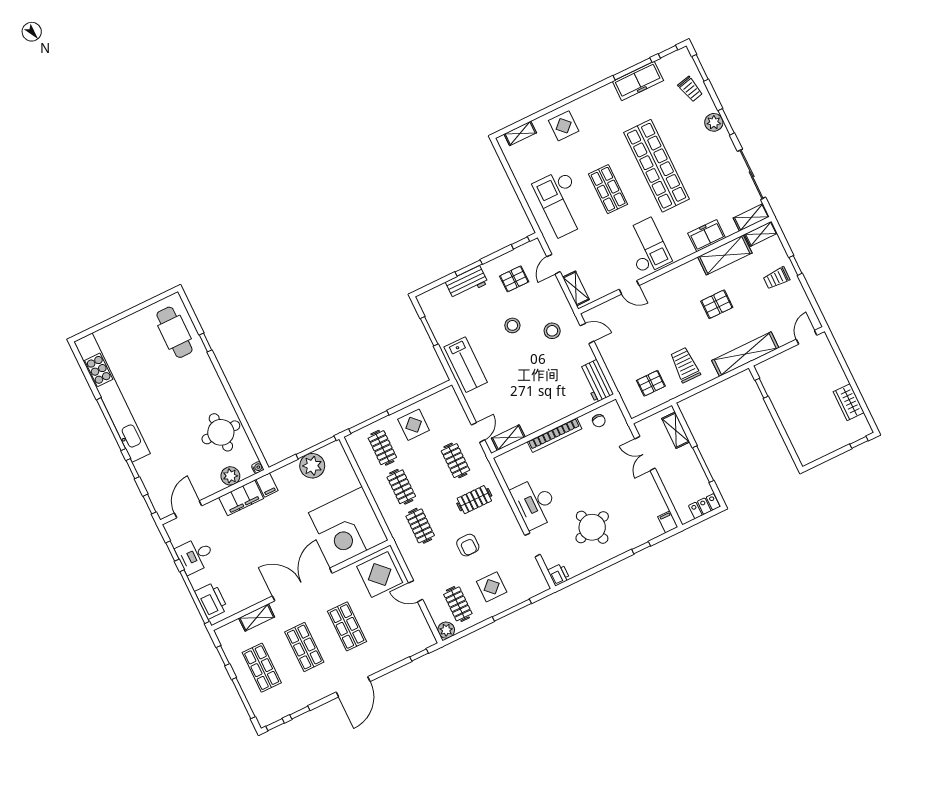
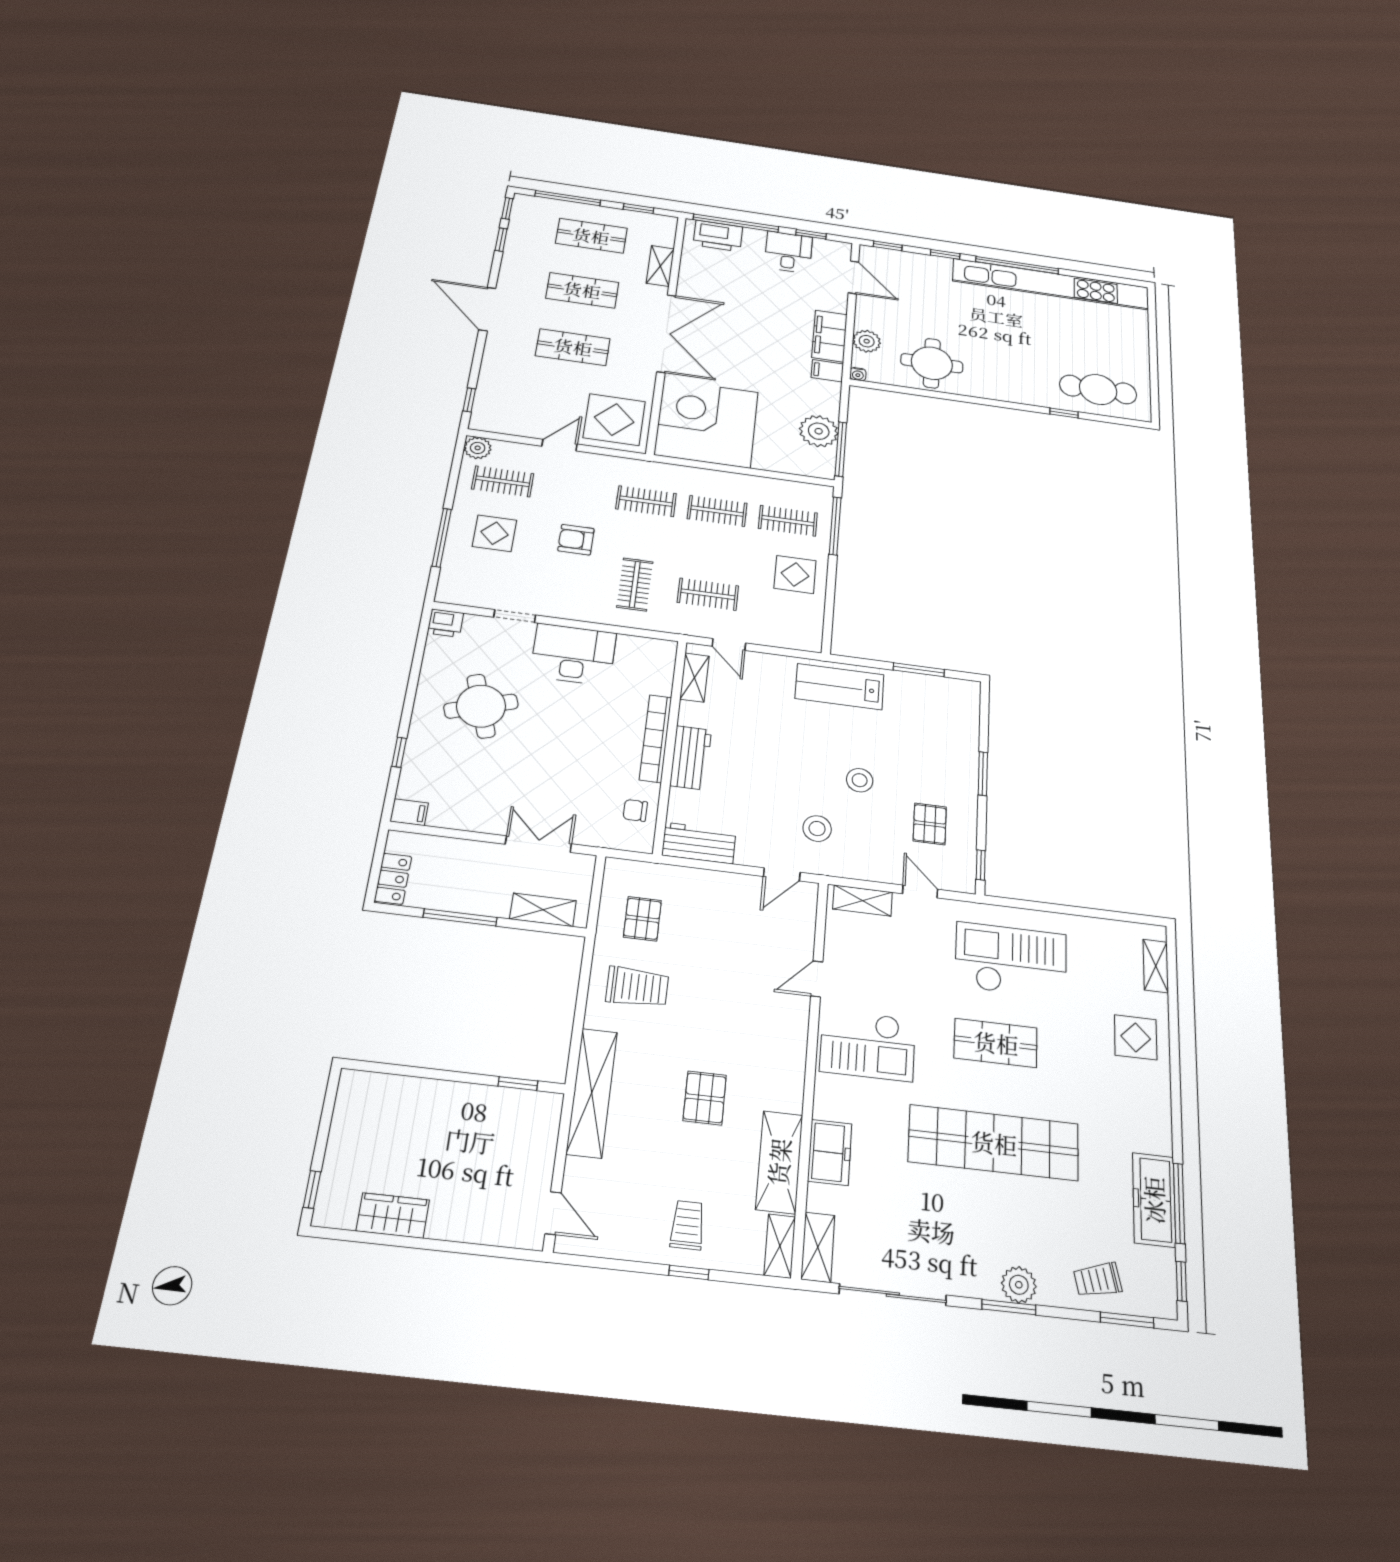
workbench: (467, 283) -> (691, 758), moved, turned 180

